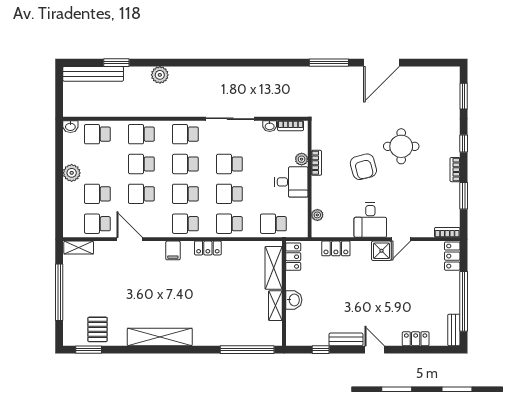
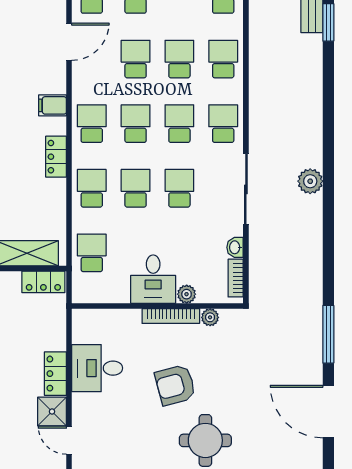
plant: (160, 75) -> (310, 181), moved
bookcase: (316, 163) -> (171, 316), width x1.56
plant: (317, 215) -> (210, 317), moved
desk: (370, 220) -> (97, 368), moved
locker: (336, 248) -> (55, 374), moved

